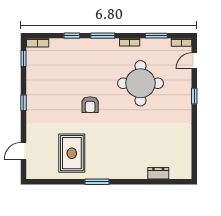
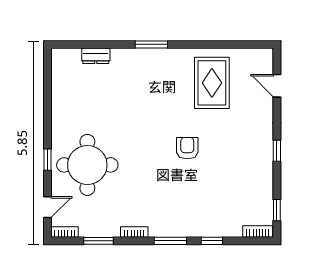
round table: (140, 83) -> (87, 165), moved
door: (23, 151) -> (277, 86), swing flipped
window: (97, 182) -> (151, 44), moved

